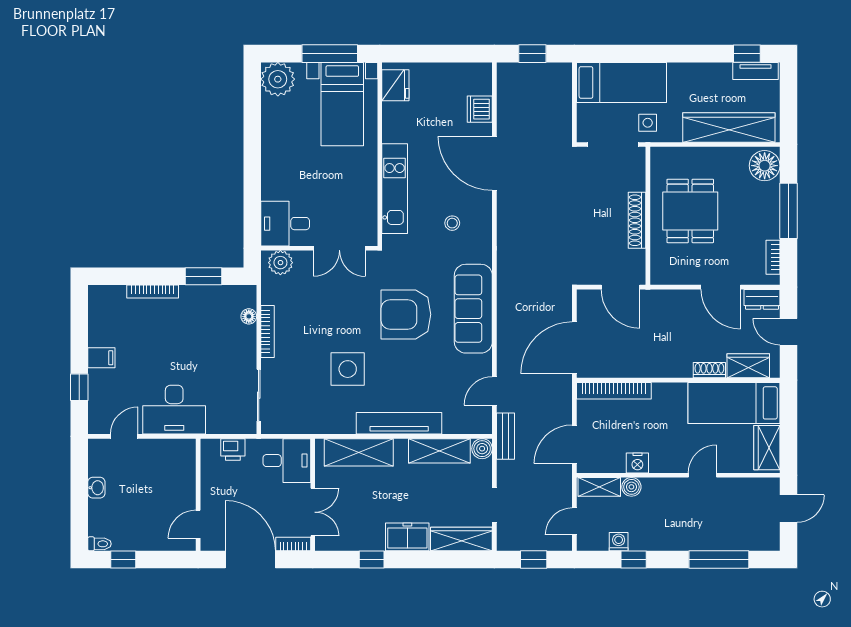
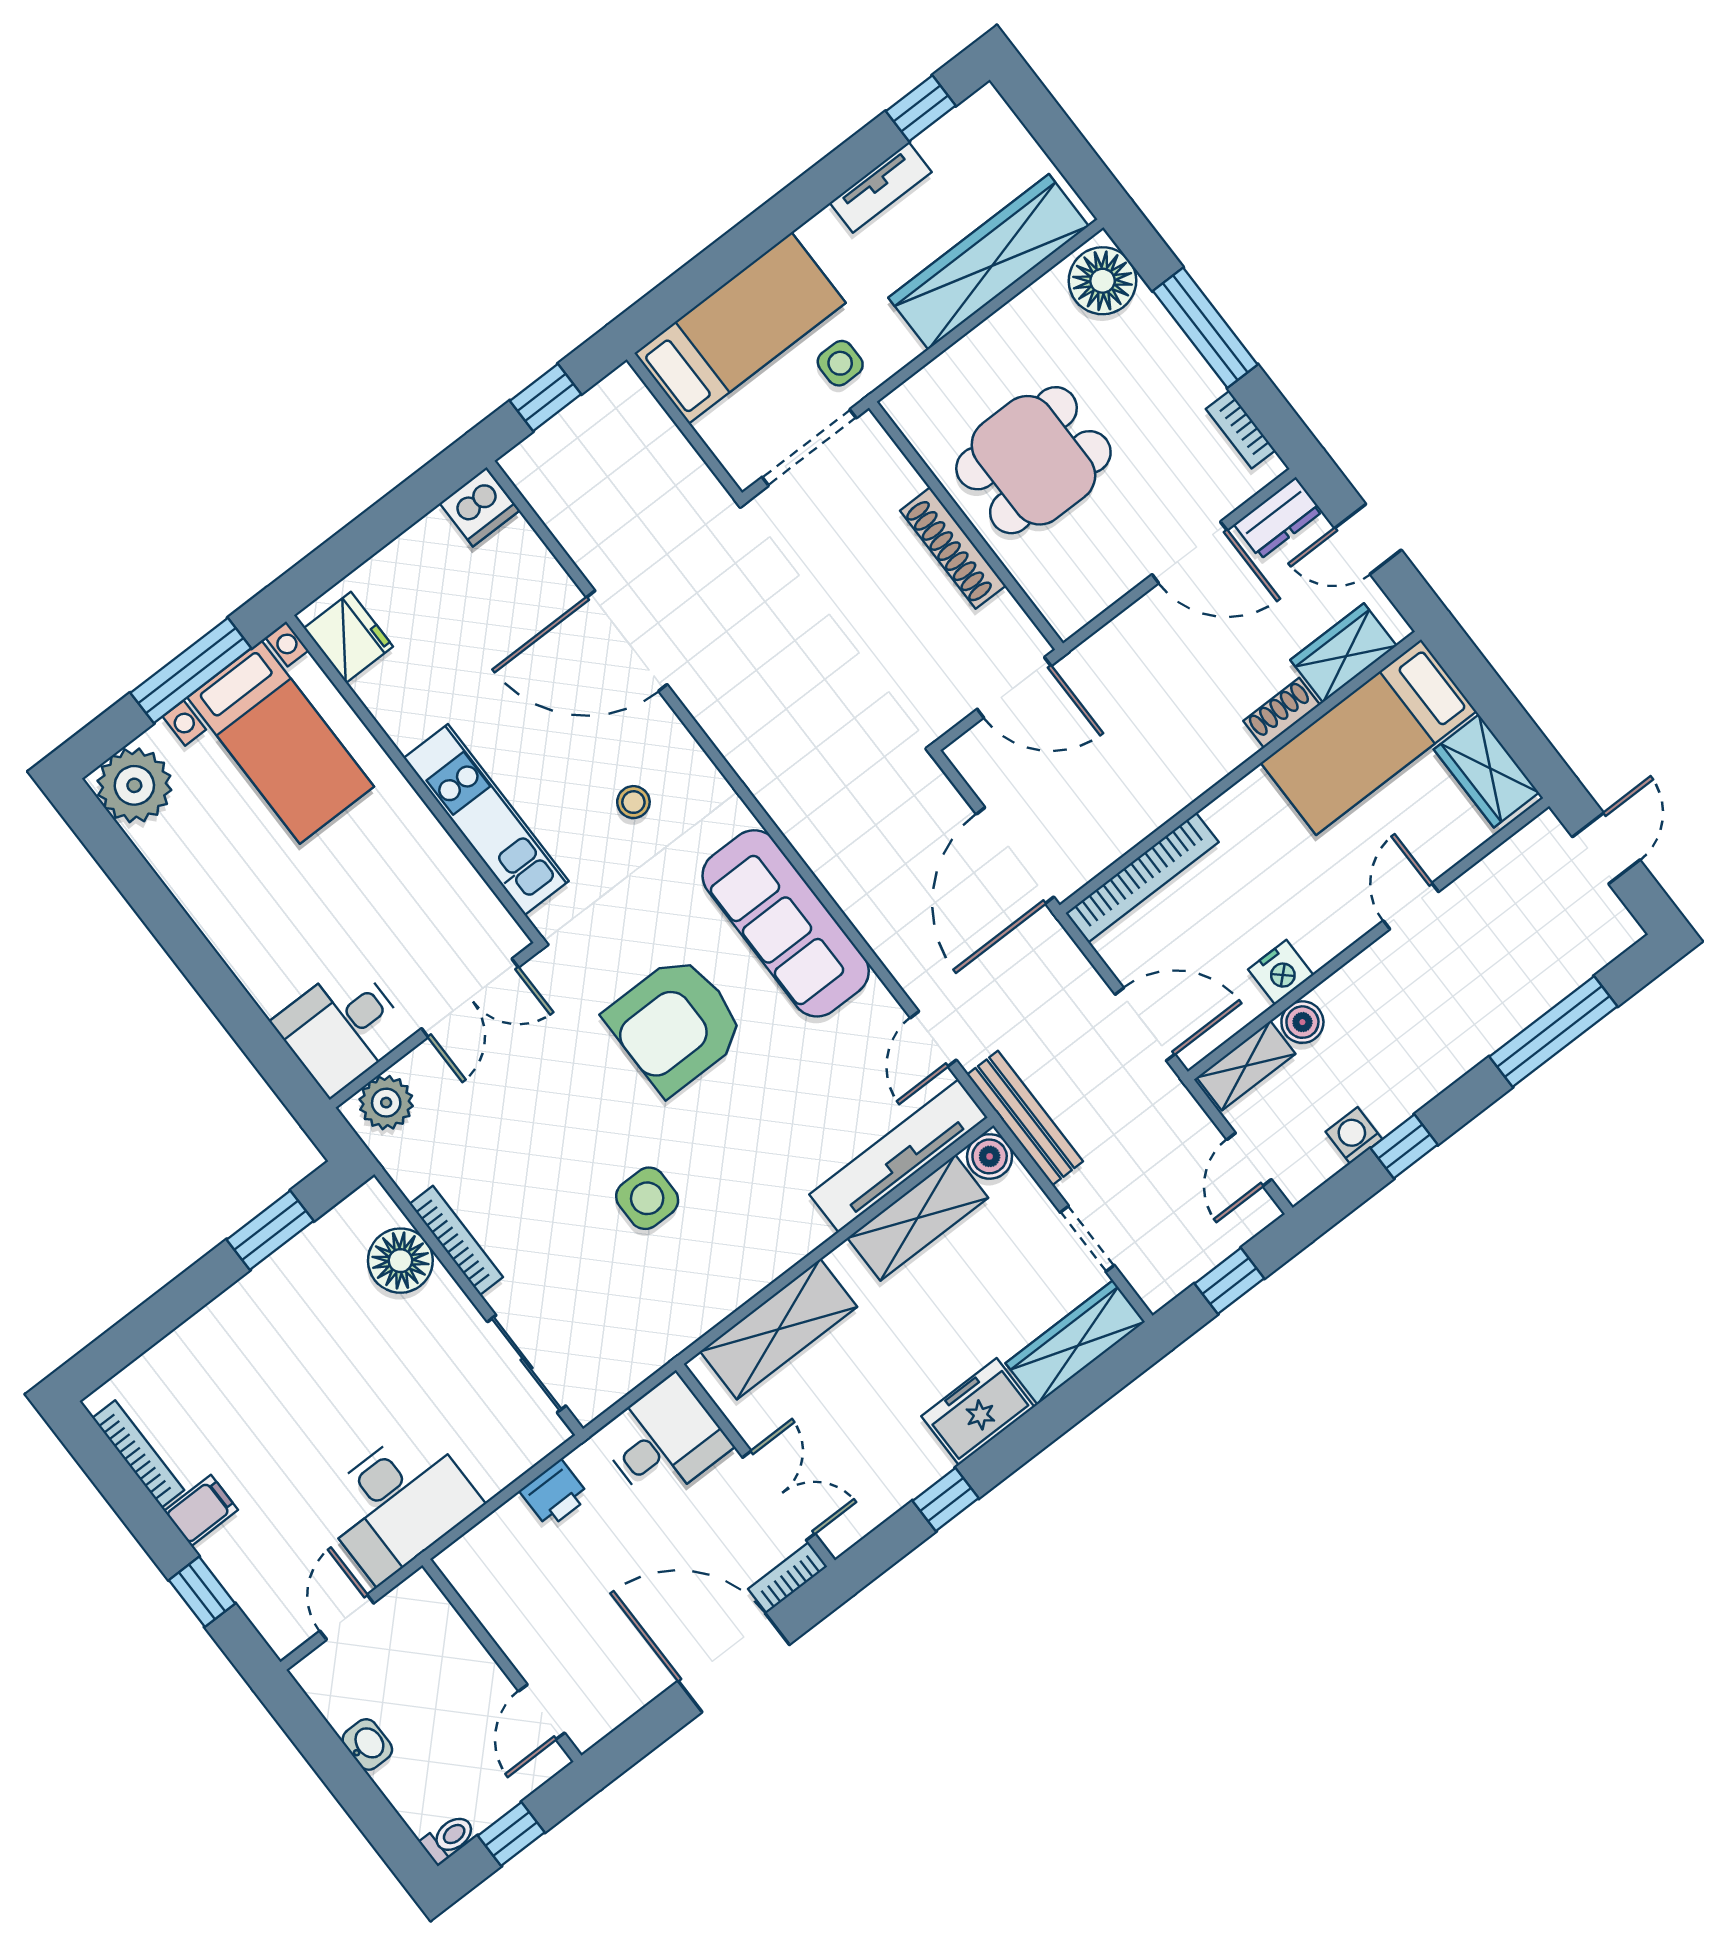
tv unit: (756, 71) -> (881, 187), moved
dishwasher: (480, 109) -> (479, 507), moved, turned -90
dining table: (690, 211) -> (1033, 460), turned 90
bookcase: (153, 292) -> (138, 1454), moved, turned -90
floor lamp: (249, 316) -> (400, 1261), width x1.89, depth x1.89
side table: (348, 369) -> (647, 1198), width x0.73, depth x0.73
tv unit: (399, 423) -> (898, 1156), moved
bench: (505, 436) -> (1025, 1118), width x1.36
door: (574, 444) -> (1145, 1024), swing flipped
wall: (198, 495) -> (502, 1660), moved
door: (198, 524) -> (542, 1712), moved

